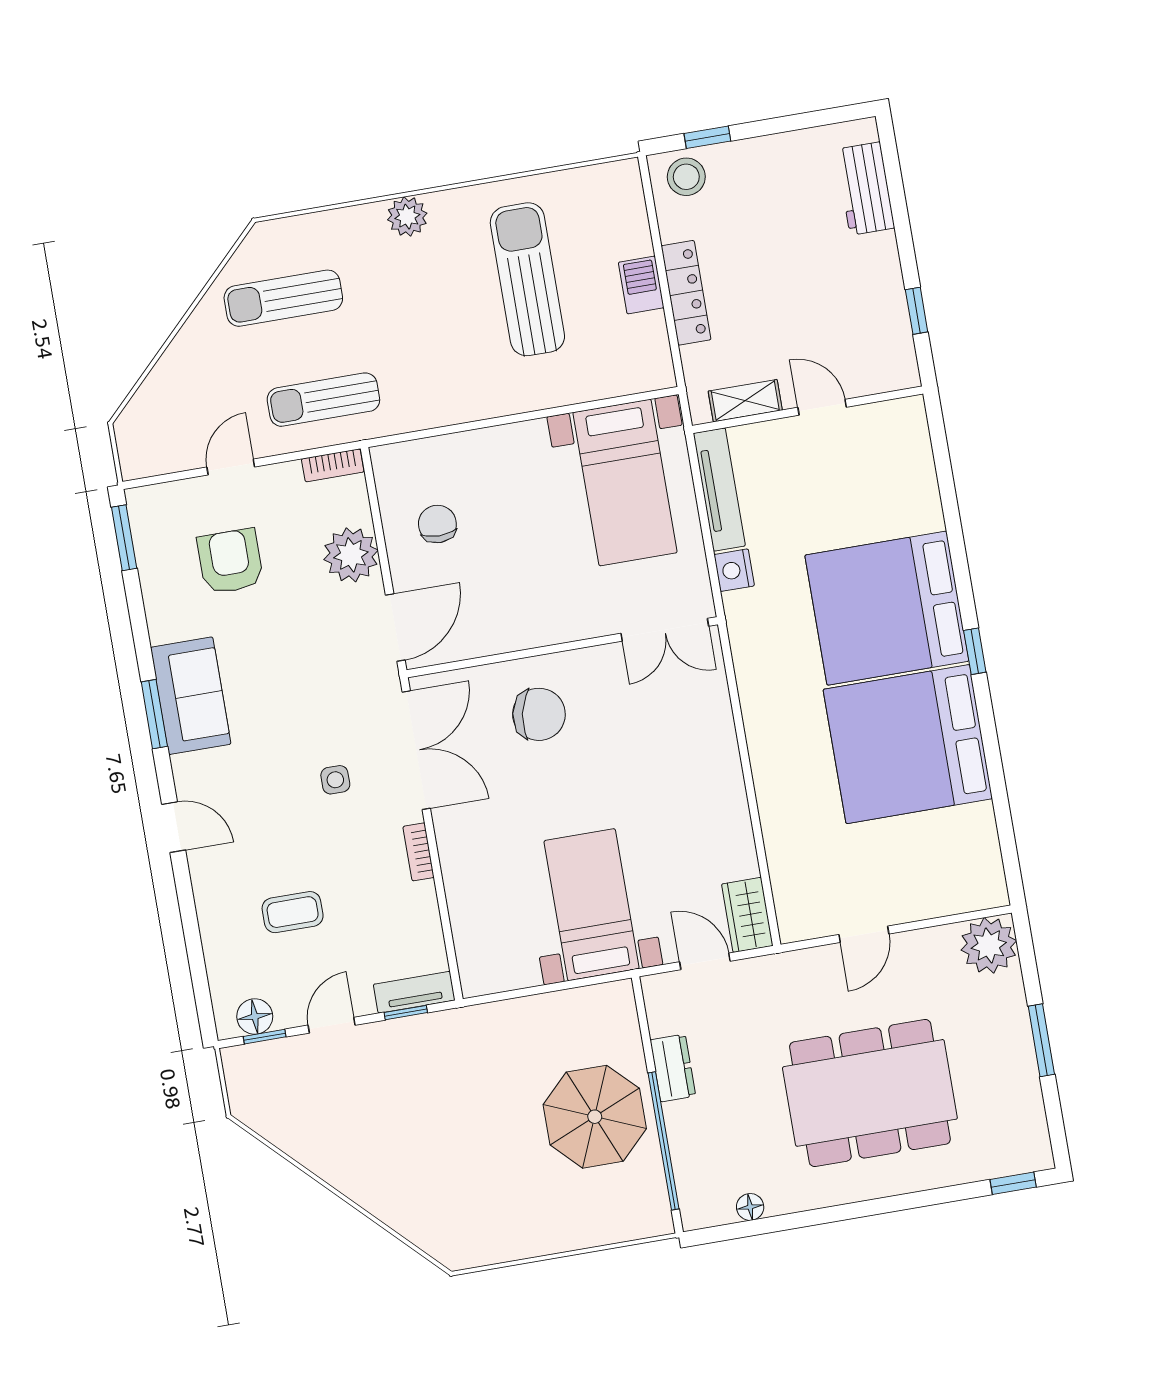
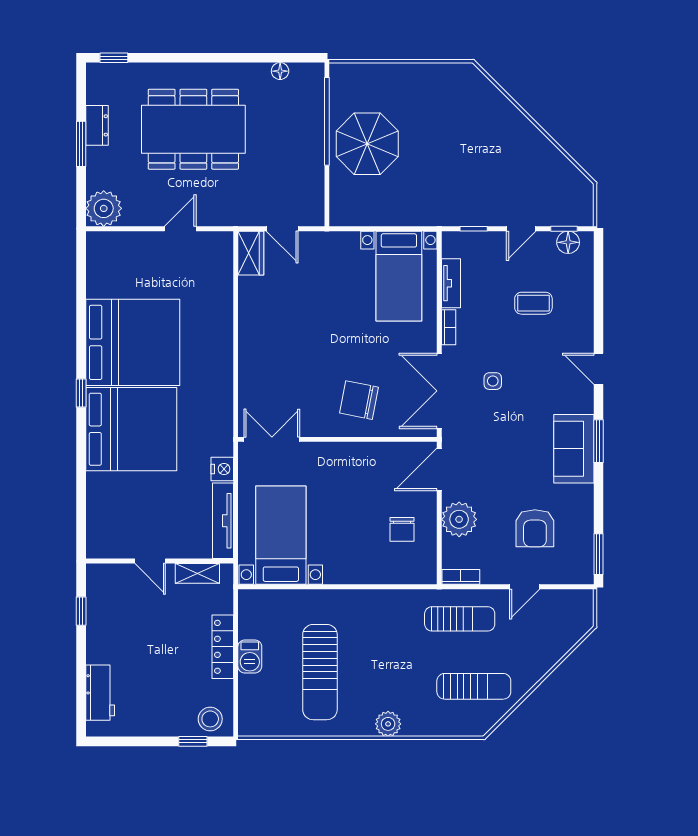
bed with nightstands: (591, 905) -> (399, 276), moved
tv unit: (414, 992) -> (451, 283), moved, turned -90
dresser: (673, 1068) -> (97, 125), moved, turned 180

